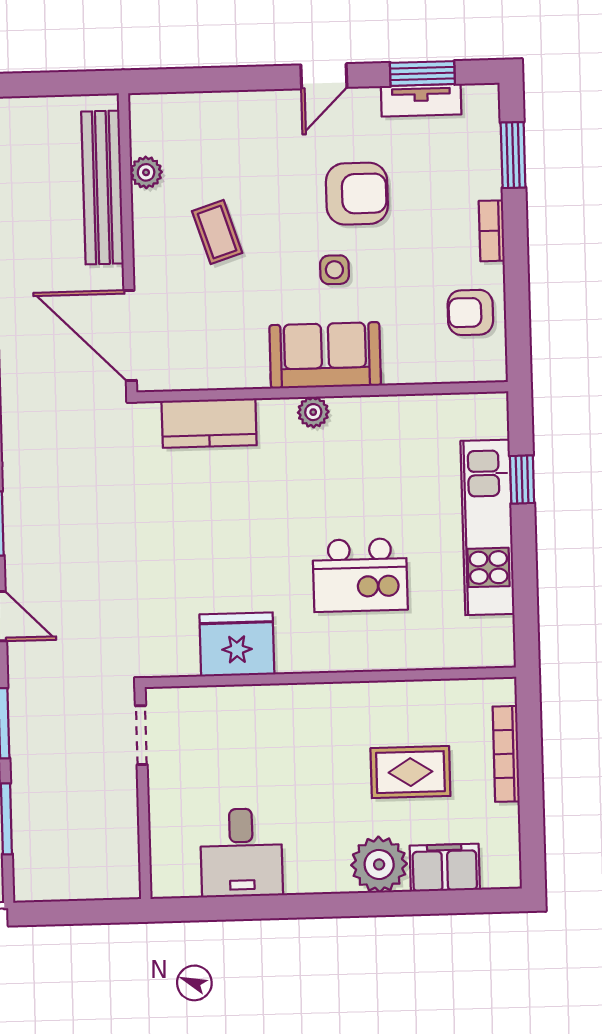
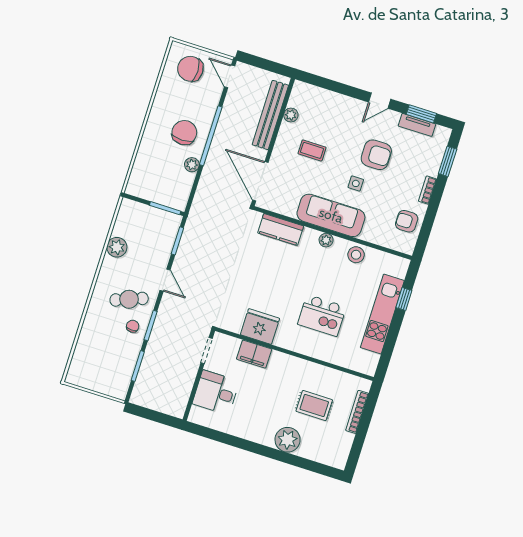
coffee table: (217, 232) -> (312, 150), turned -72
sofa: (325, 355) -> (331, 215), width x1.36
stool: (388, 421) -> (356, 255), added
desk: (241, 853) -> (216, 392), moved, turned 90
filing cabinet: (445, 868) -> (254, 354), moved, turned 180

